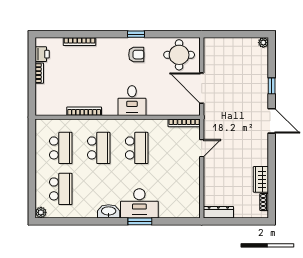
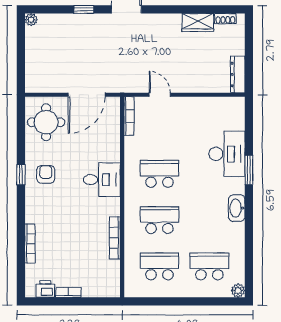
desk: (139, 203) -> (227, 154), moved

